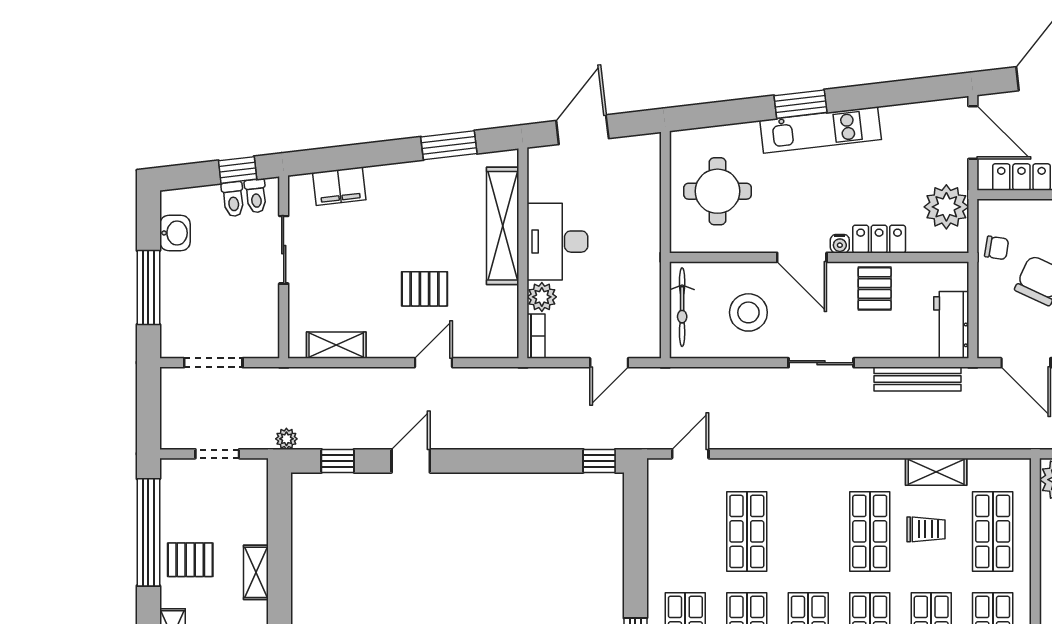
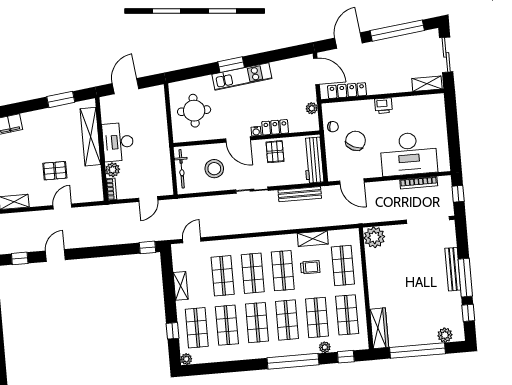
plant: (946, 207) -> (312, 108), width x0.53, depth x0.53
workbench: (951, 325) -> (313, 160), width x1.38
shop shelf: (808, 531) -> (253, 273), added
shelving: (660, 545) -> (181, 286), added

